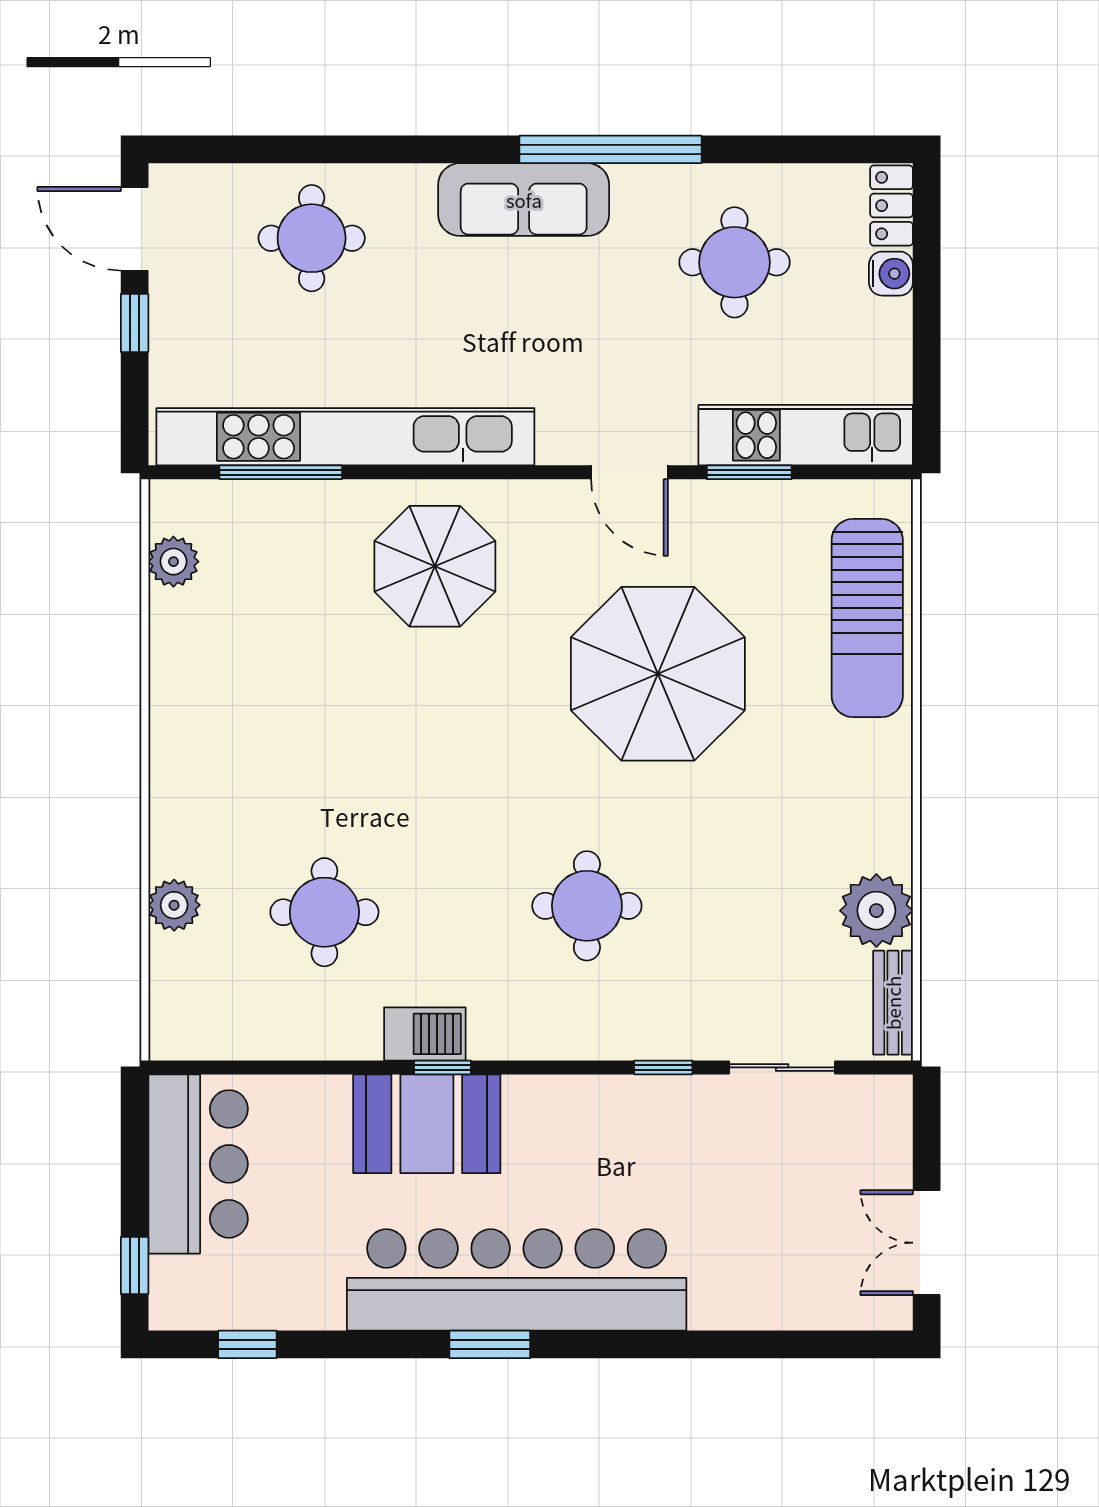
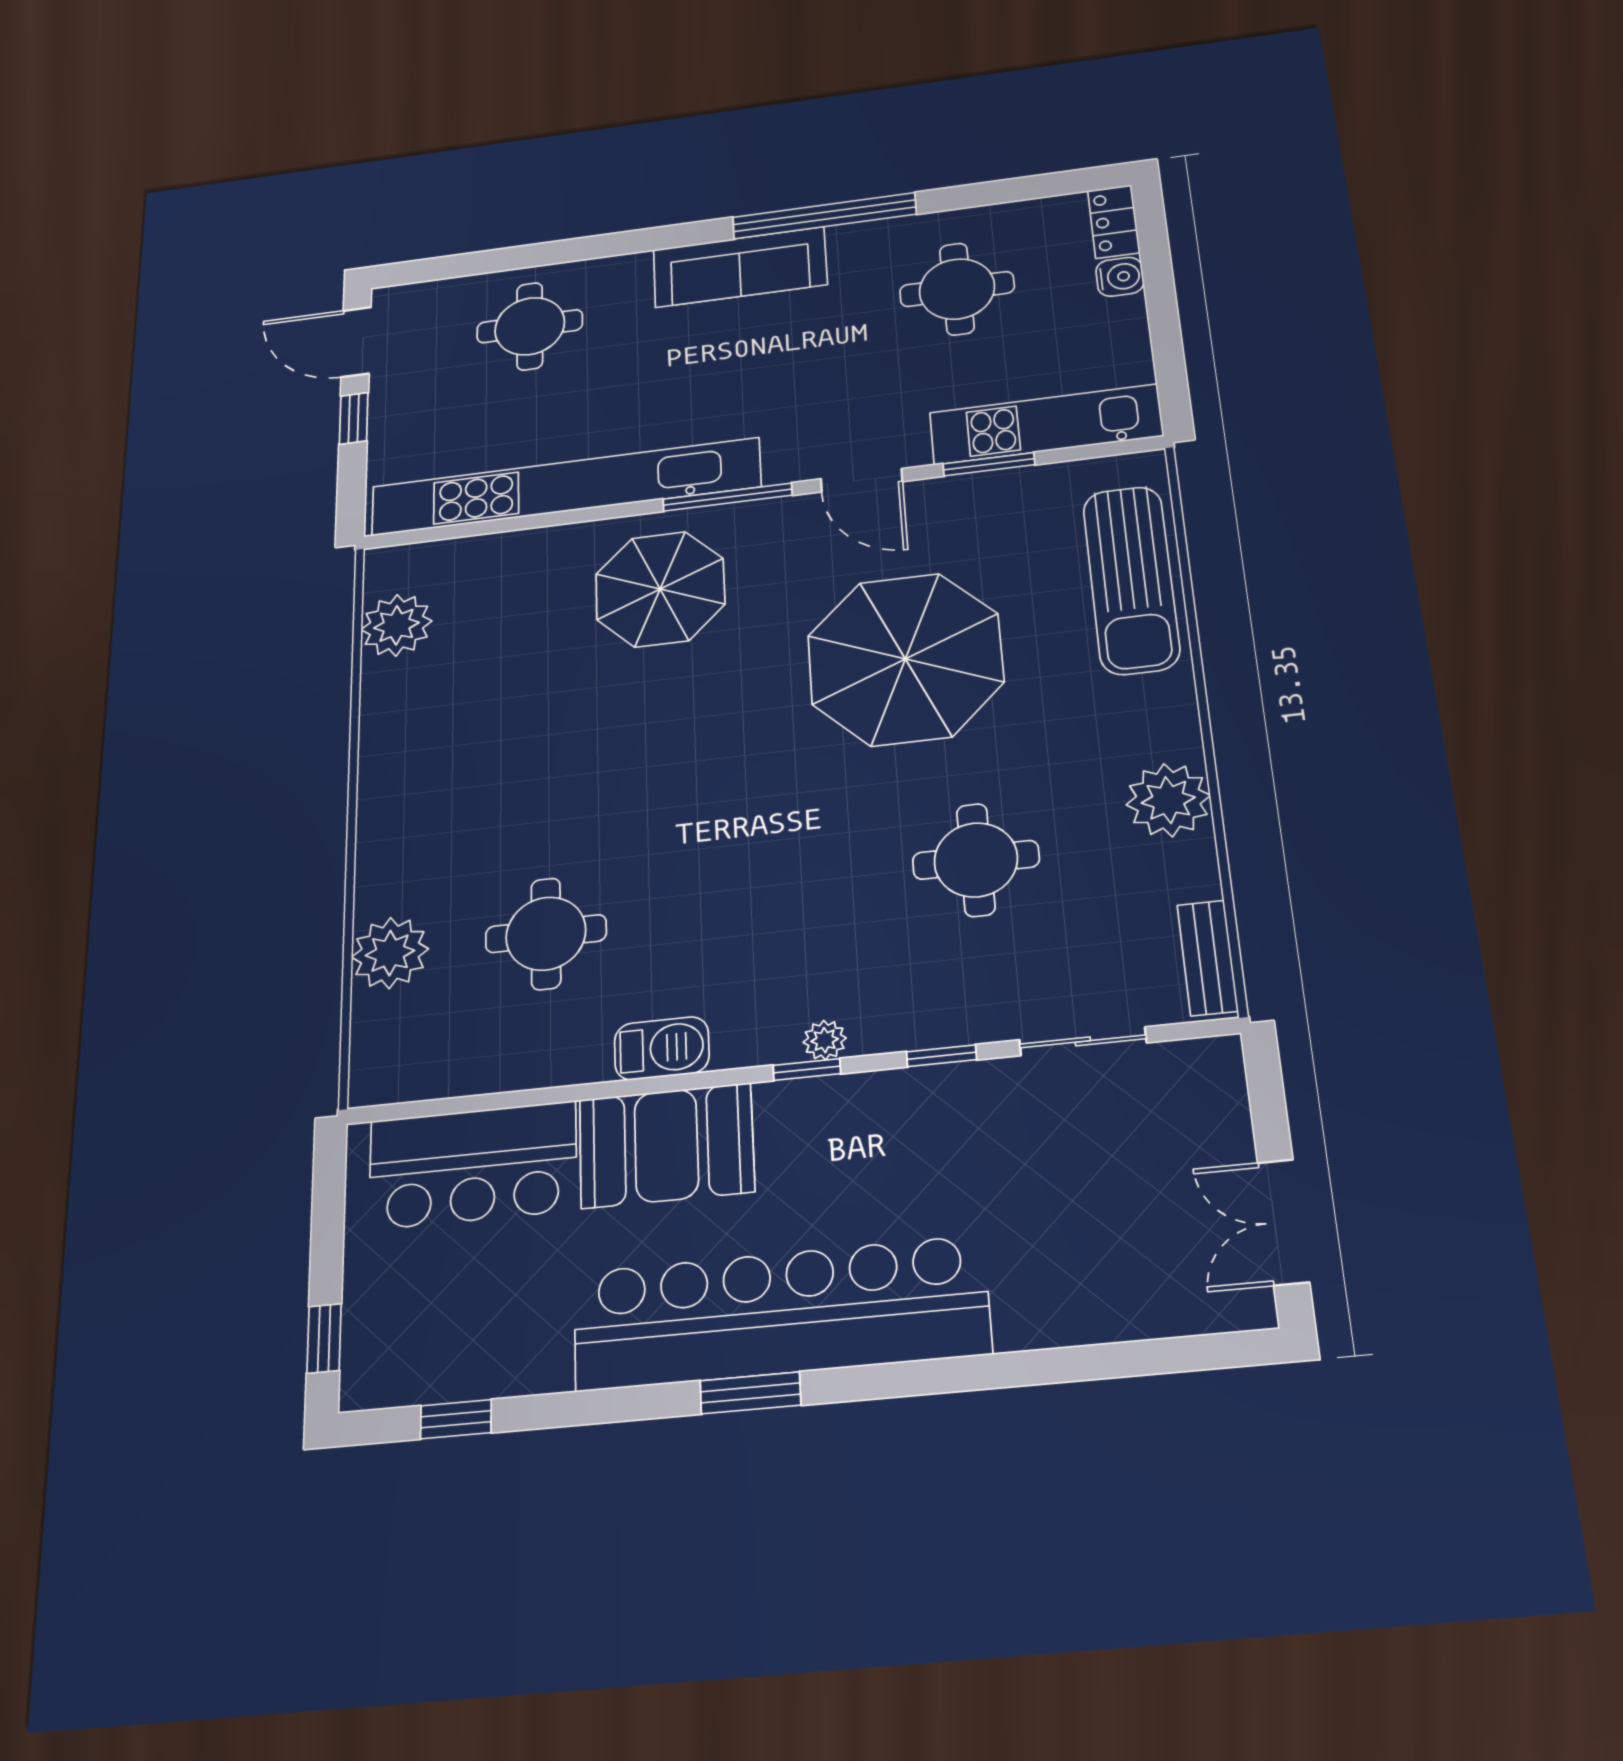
window: (281, 472) -> (727, 497), moved
plant: (173, 562) -> (396, 625), width x1.36, depth x1.36
plant: (174, 905) -> (390, 953), width x1.36, depth x1.36
round table: (587, 906) -> (976, 860), moved
plant: (876, 911) -> (1168, 800), moved
plant: (565, 1042) -> (825, 1040), added
window: (442, 1067) -> (807, 1070), moved
bar counter: (198, 1164) -> (473, 1165), moved, turned 90

